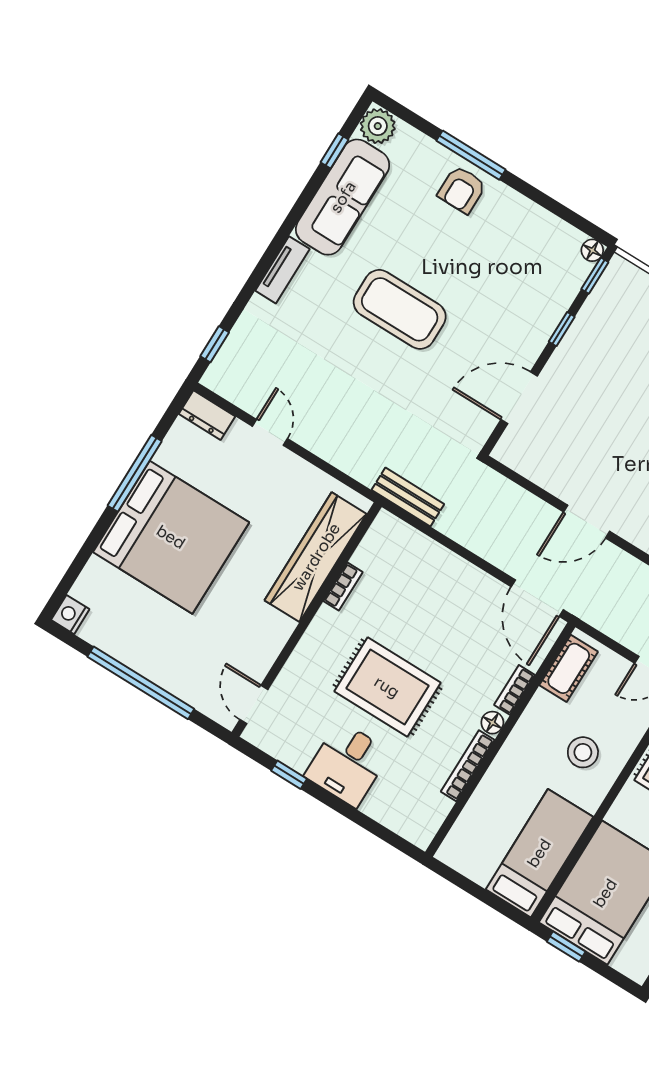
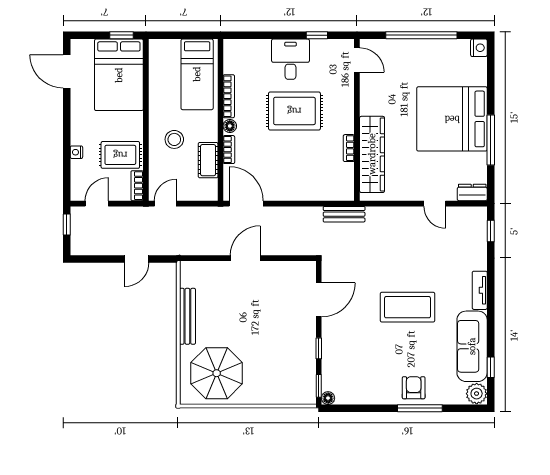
cot: (569, 668) -> (208, 160), moved
bed: (539, 853) -> (197, 74), moved

